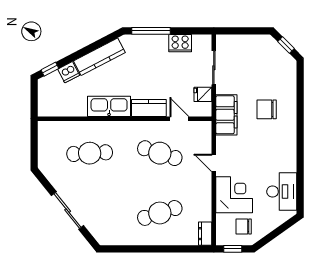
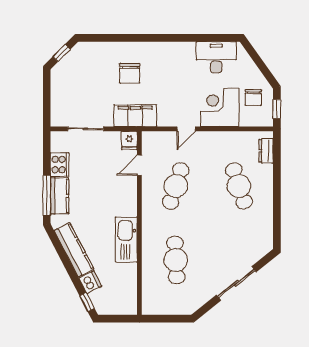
fridge: (203, 94) -> (129, 140), moved
kitchen counter: (149, 108) -> (60, 196), moved, turned 180
dresser: (205, 234) -> (266, 151), moved, turned 90

